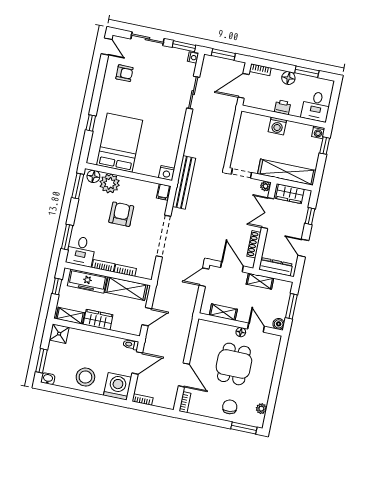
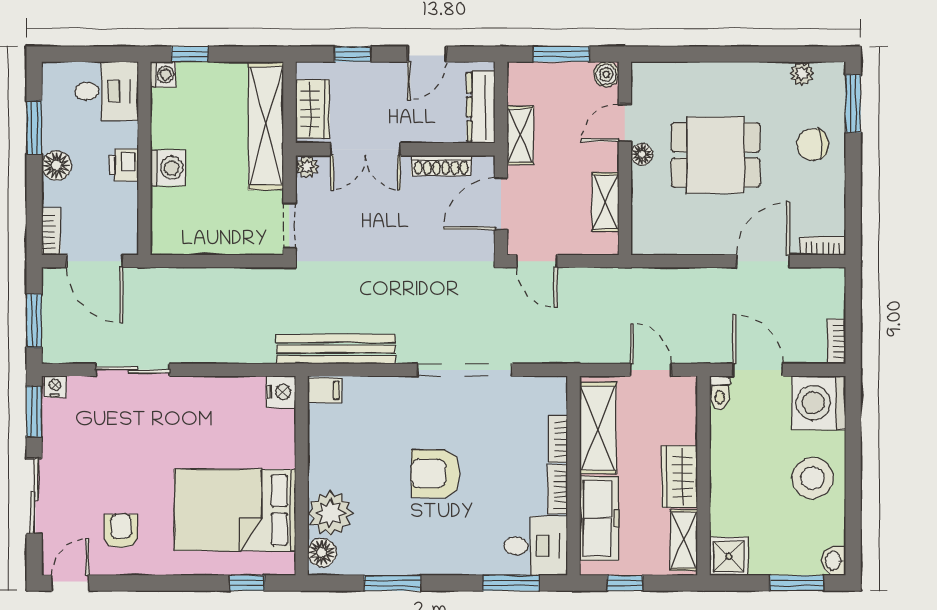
bed: (120, 143) -> (235, 510), moved
nightstand: (167, 173) -> (281, 392), moved
wall: (129, 174) -> (302, 476), moved
floor lamp: (93, 176) -> (322, 553), moved
plant: (110, 183) -> (330, 513), moved
filing cabinet: (163, 192) -> (324, 390), moved

